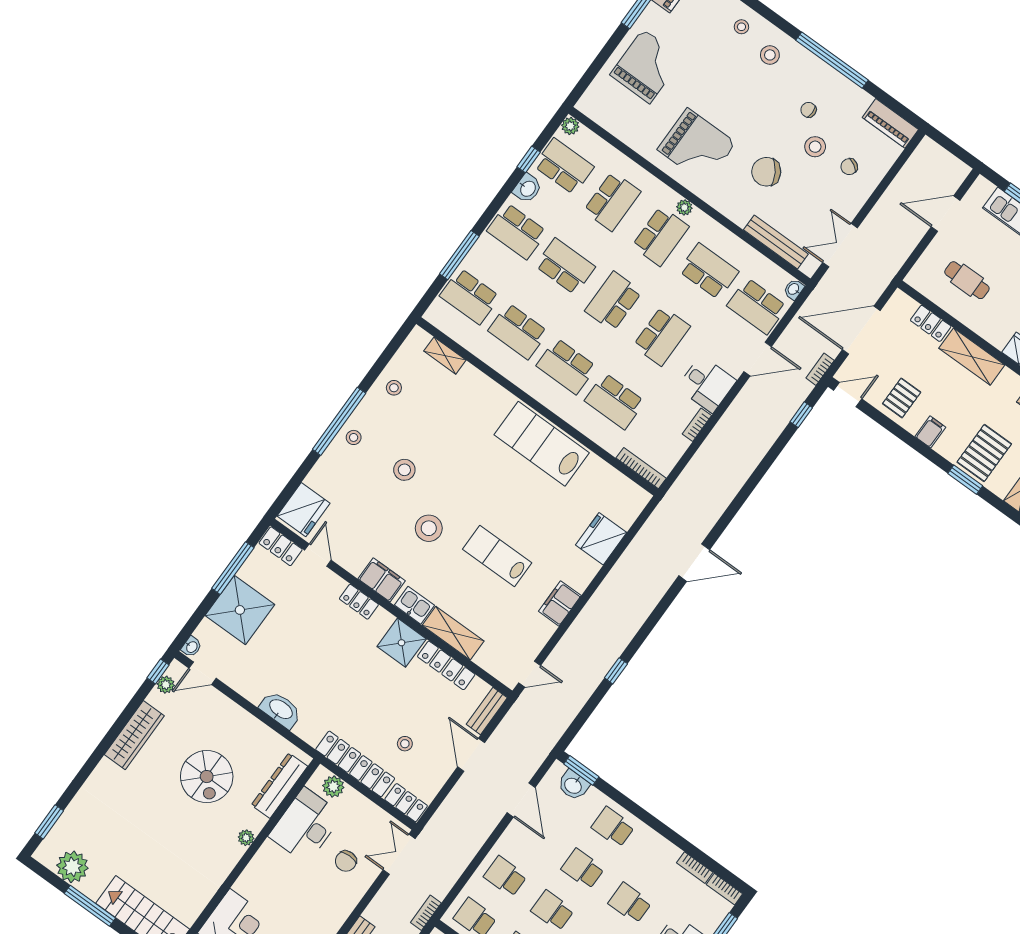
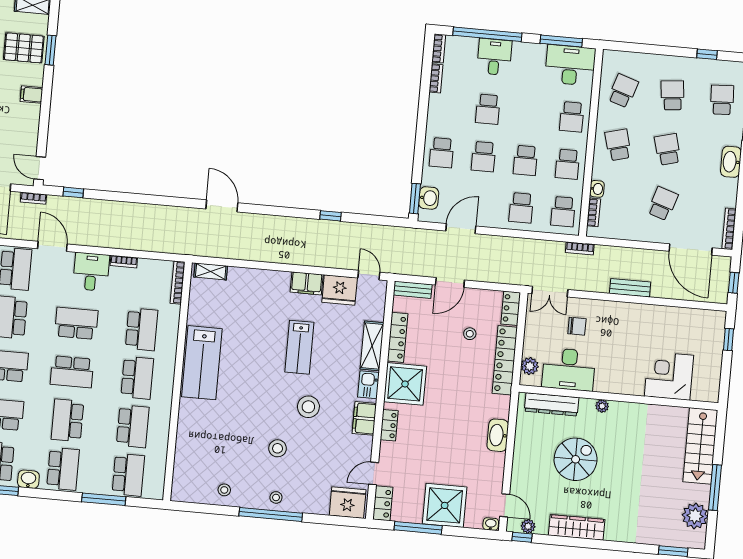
shelving: (445, 356) -> (211, 271), moved, turned 90
pallet: (902, 398) -> (20, 129), removed
fridge: (601, 539) -> (340, 290), moved
shower: (402, 643) -> (405, 384), width x1.37, depth x1.37

